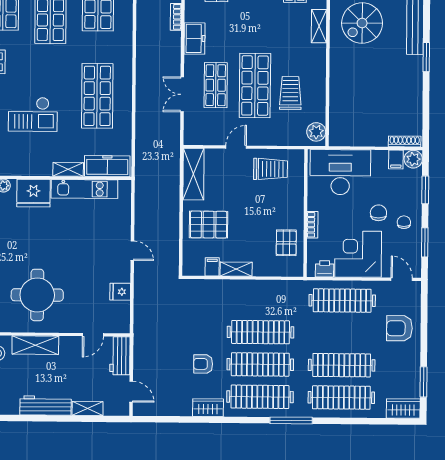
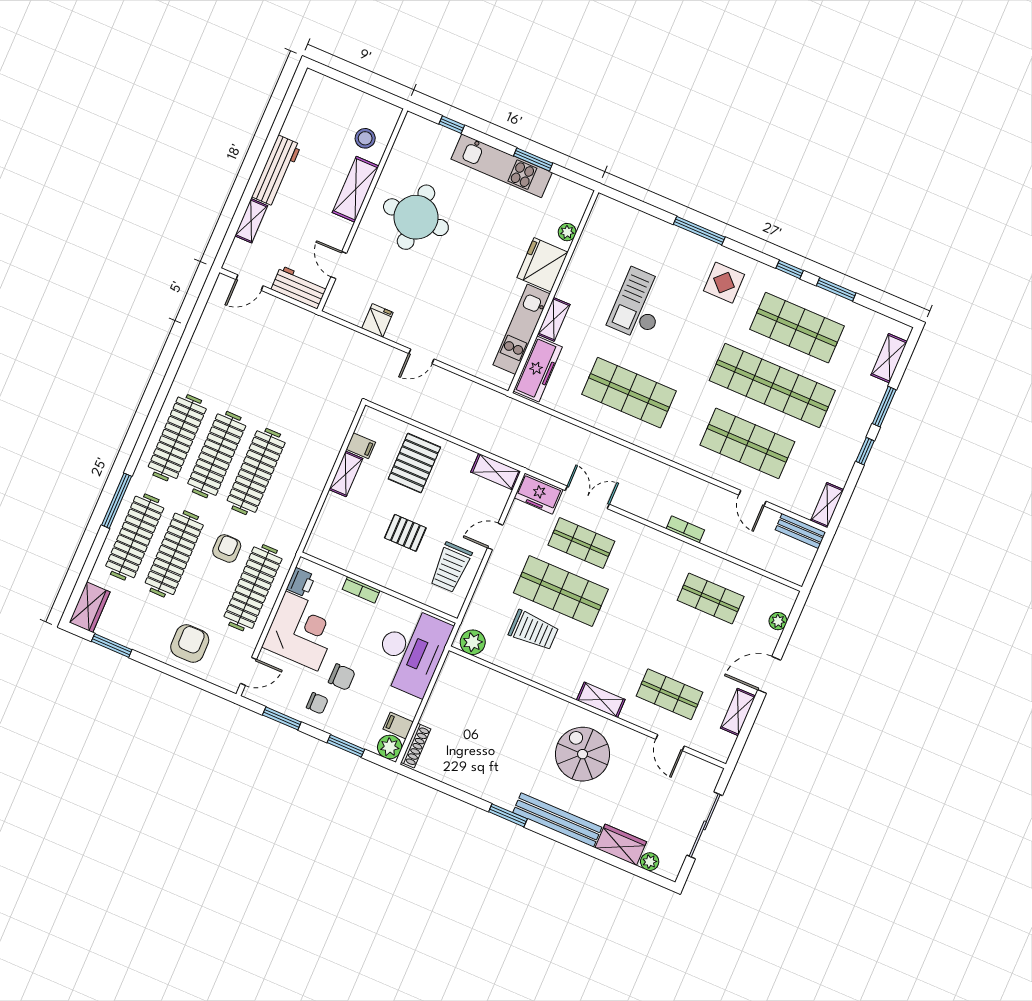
freezer: (195, 38) -> (539, 494), moved
door: (236, 147) -> (495, 536), swing flipped
shelving: (193, 174) -> (496, 472), width x0.67, depth x0.75
pallet: (286, 243) -> (405, 533), moved
armchair: (203, 364) -> (227, 548), moved
wardrobe: (208, 408) -> (191, 369), removed
window: (291, 420) -> (117, 501), moved

